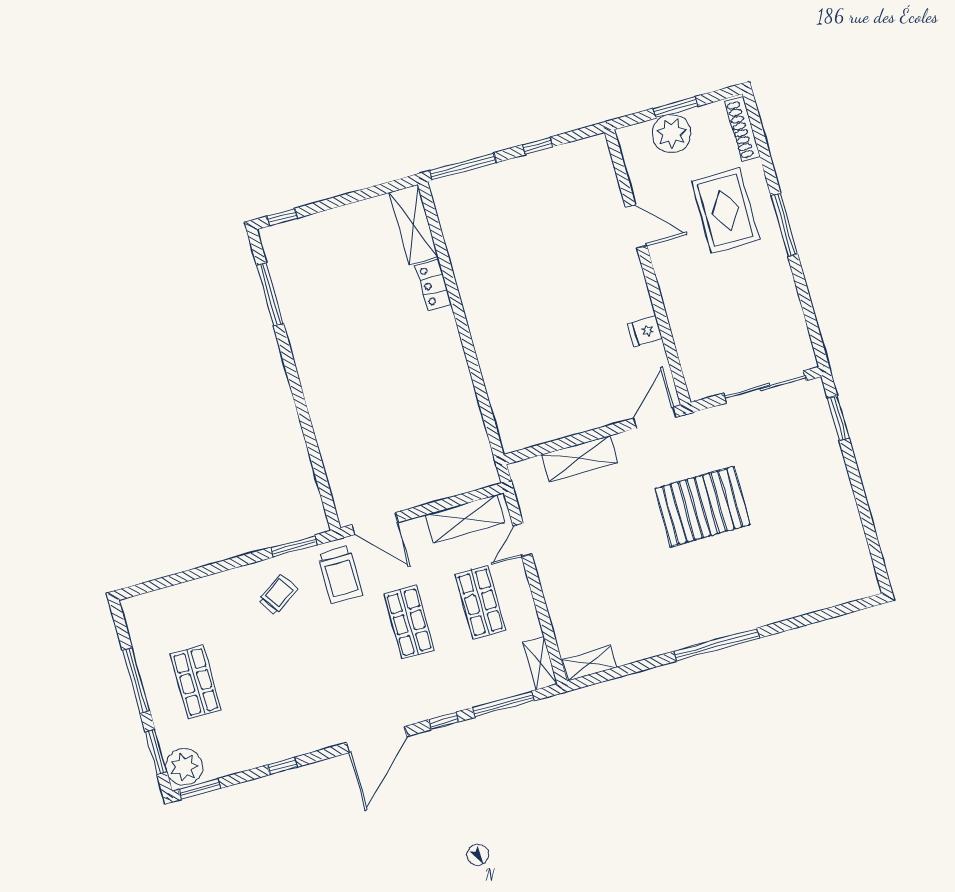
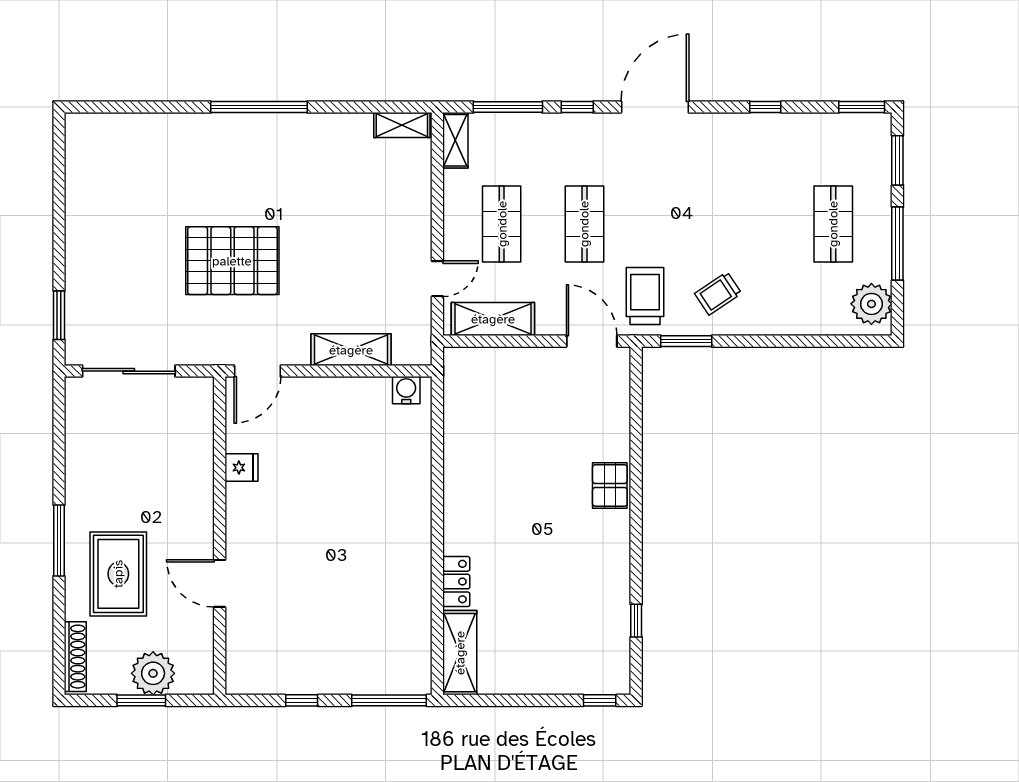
window: (270, 294) -> (636, 621), width x0.46
pallet: (325, 404) -> (610, 485), added
water cooler: (522, 437) -> (406, 390), added
plant: (184, 767) -> (871, 304), moved

